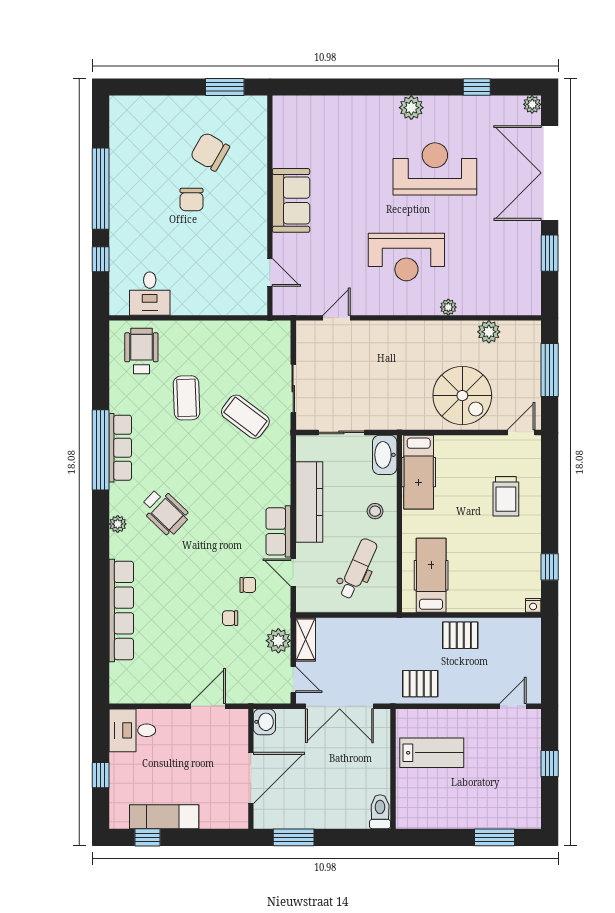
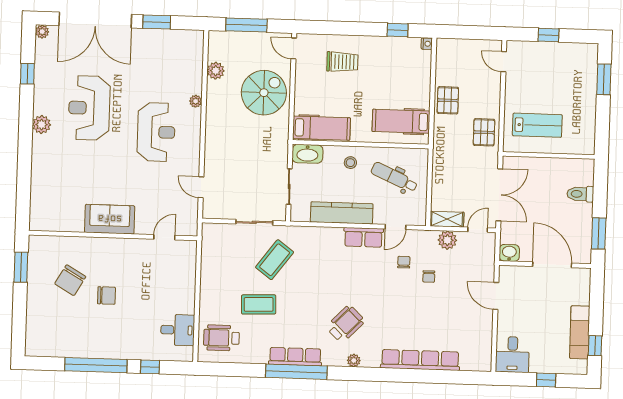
lab bench: (432, 753) -> (537, 125), turned 90
toilet: (380, 812) -> (580, 194), moved

